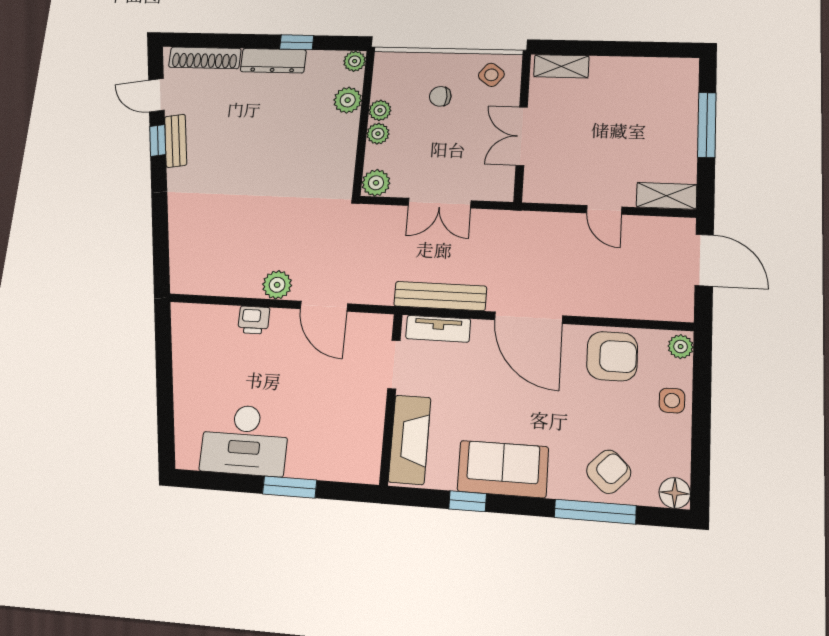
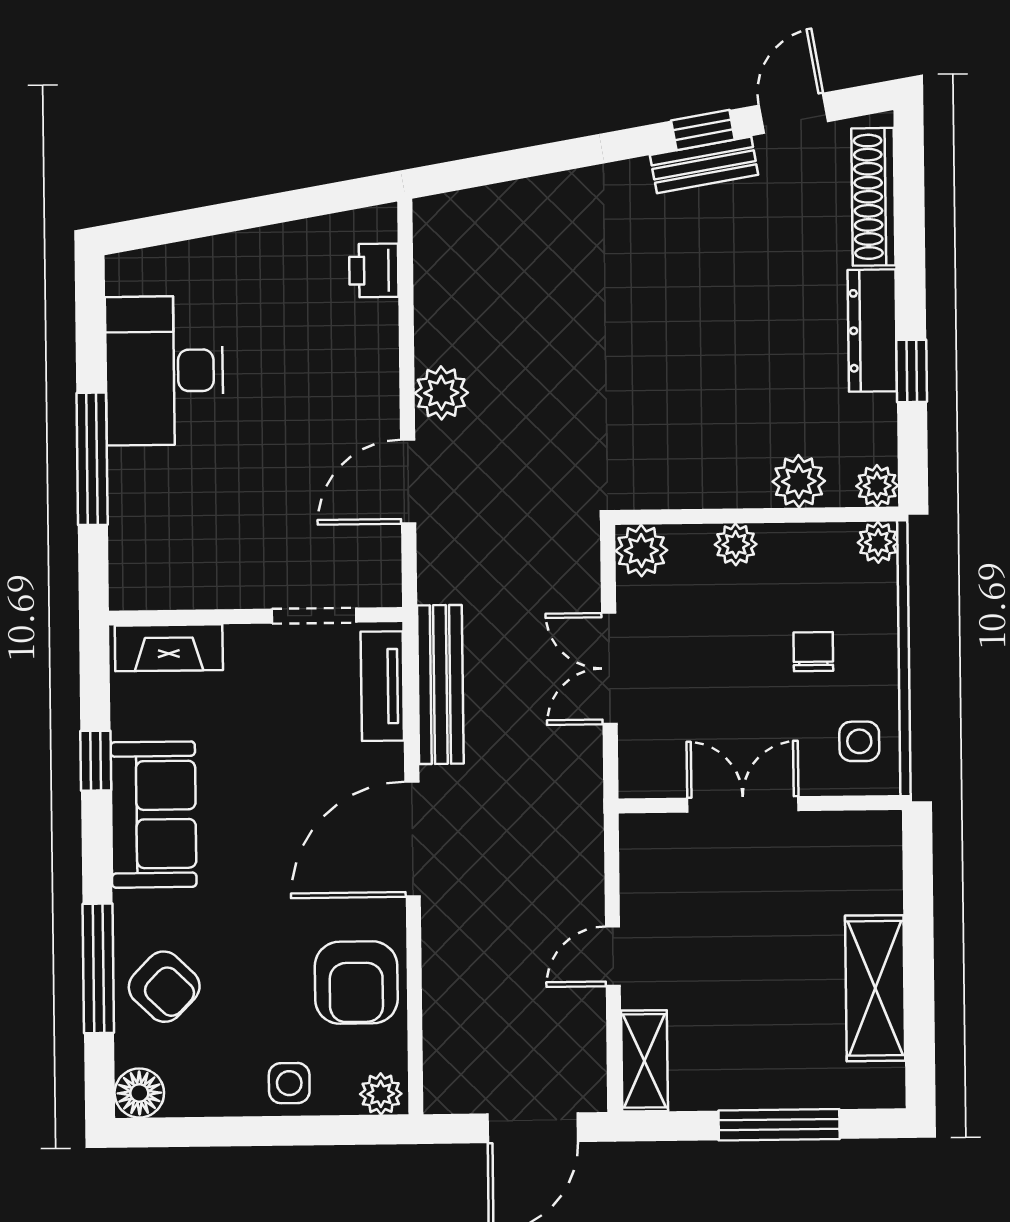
shelving: (561, 66) -> (875, 988), moved, width x1.50, depth x1.33
side table: (491, 75) -> (859, 741), turned -38
plant: (380, 110) -> (878, 542), moved
printer: (254, 320) -> (374, 270), moved
fireplace: (410, 440) -> (169, 648), width x0.73, depth x0.76
window: (290, 487) -> (92, 459), width x1.44

